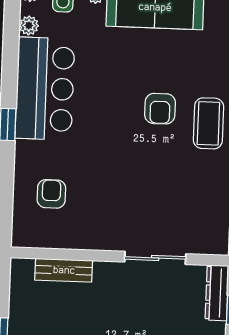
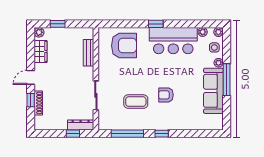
coffee table: (208, 123) -> (136, 102), moved
armchair: (51, 194) -> (124, 46), width x1.88, depth x1.88

